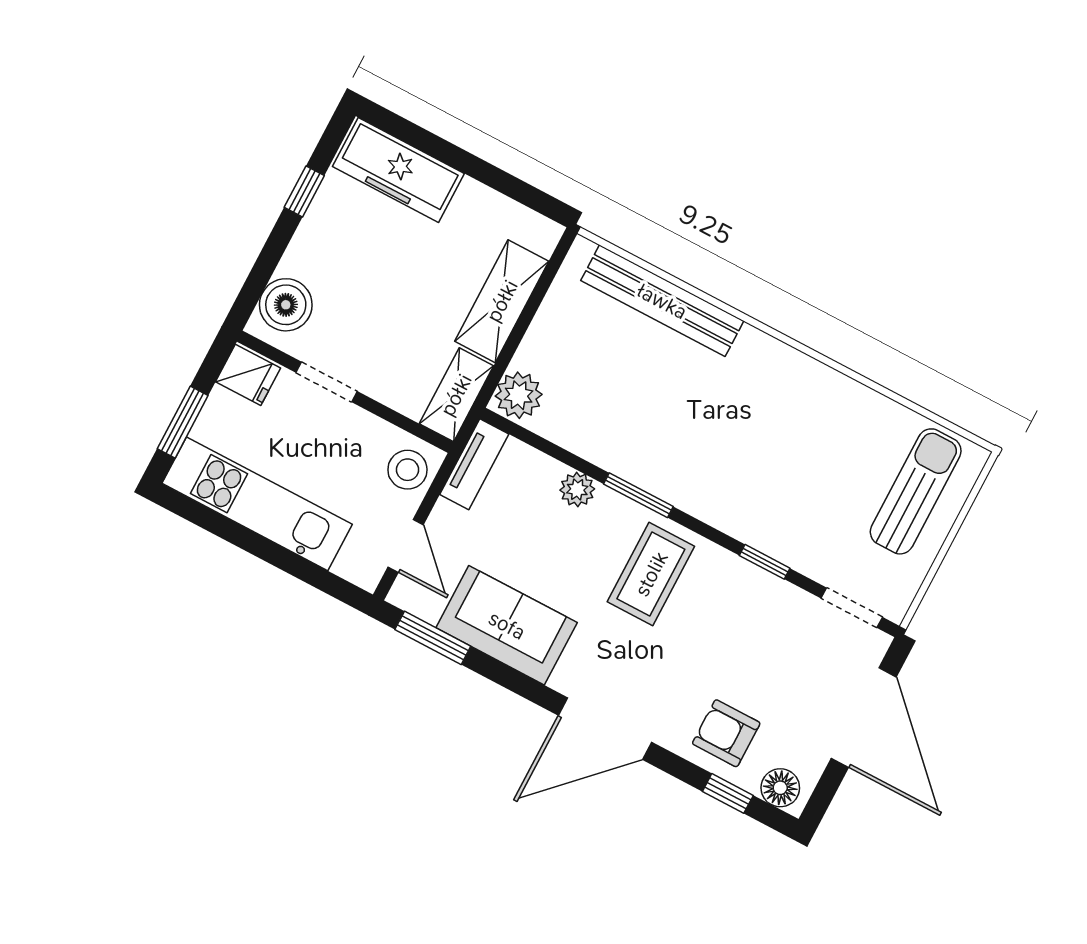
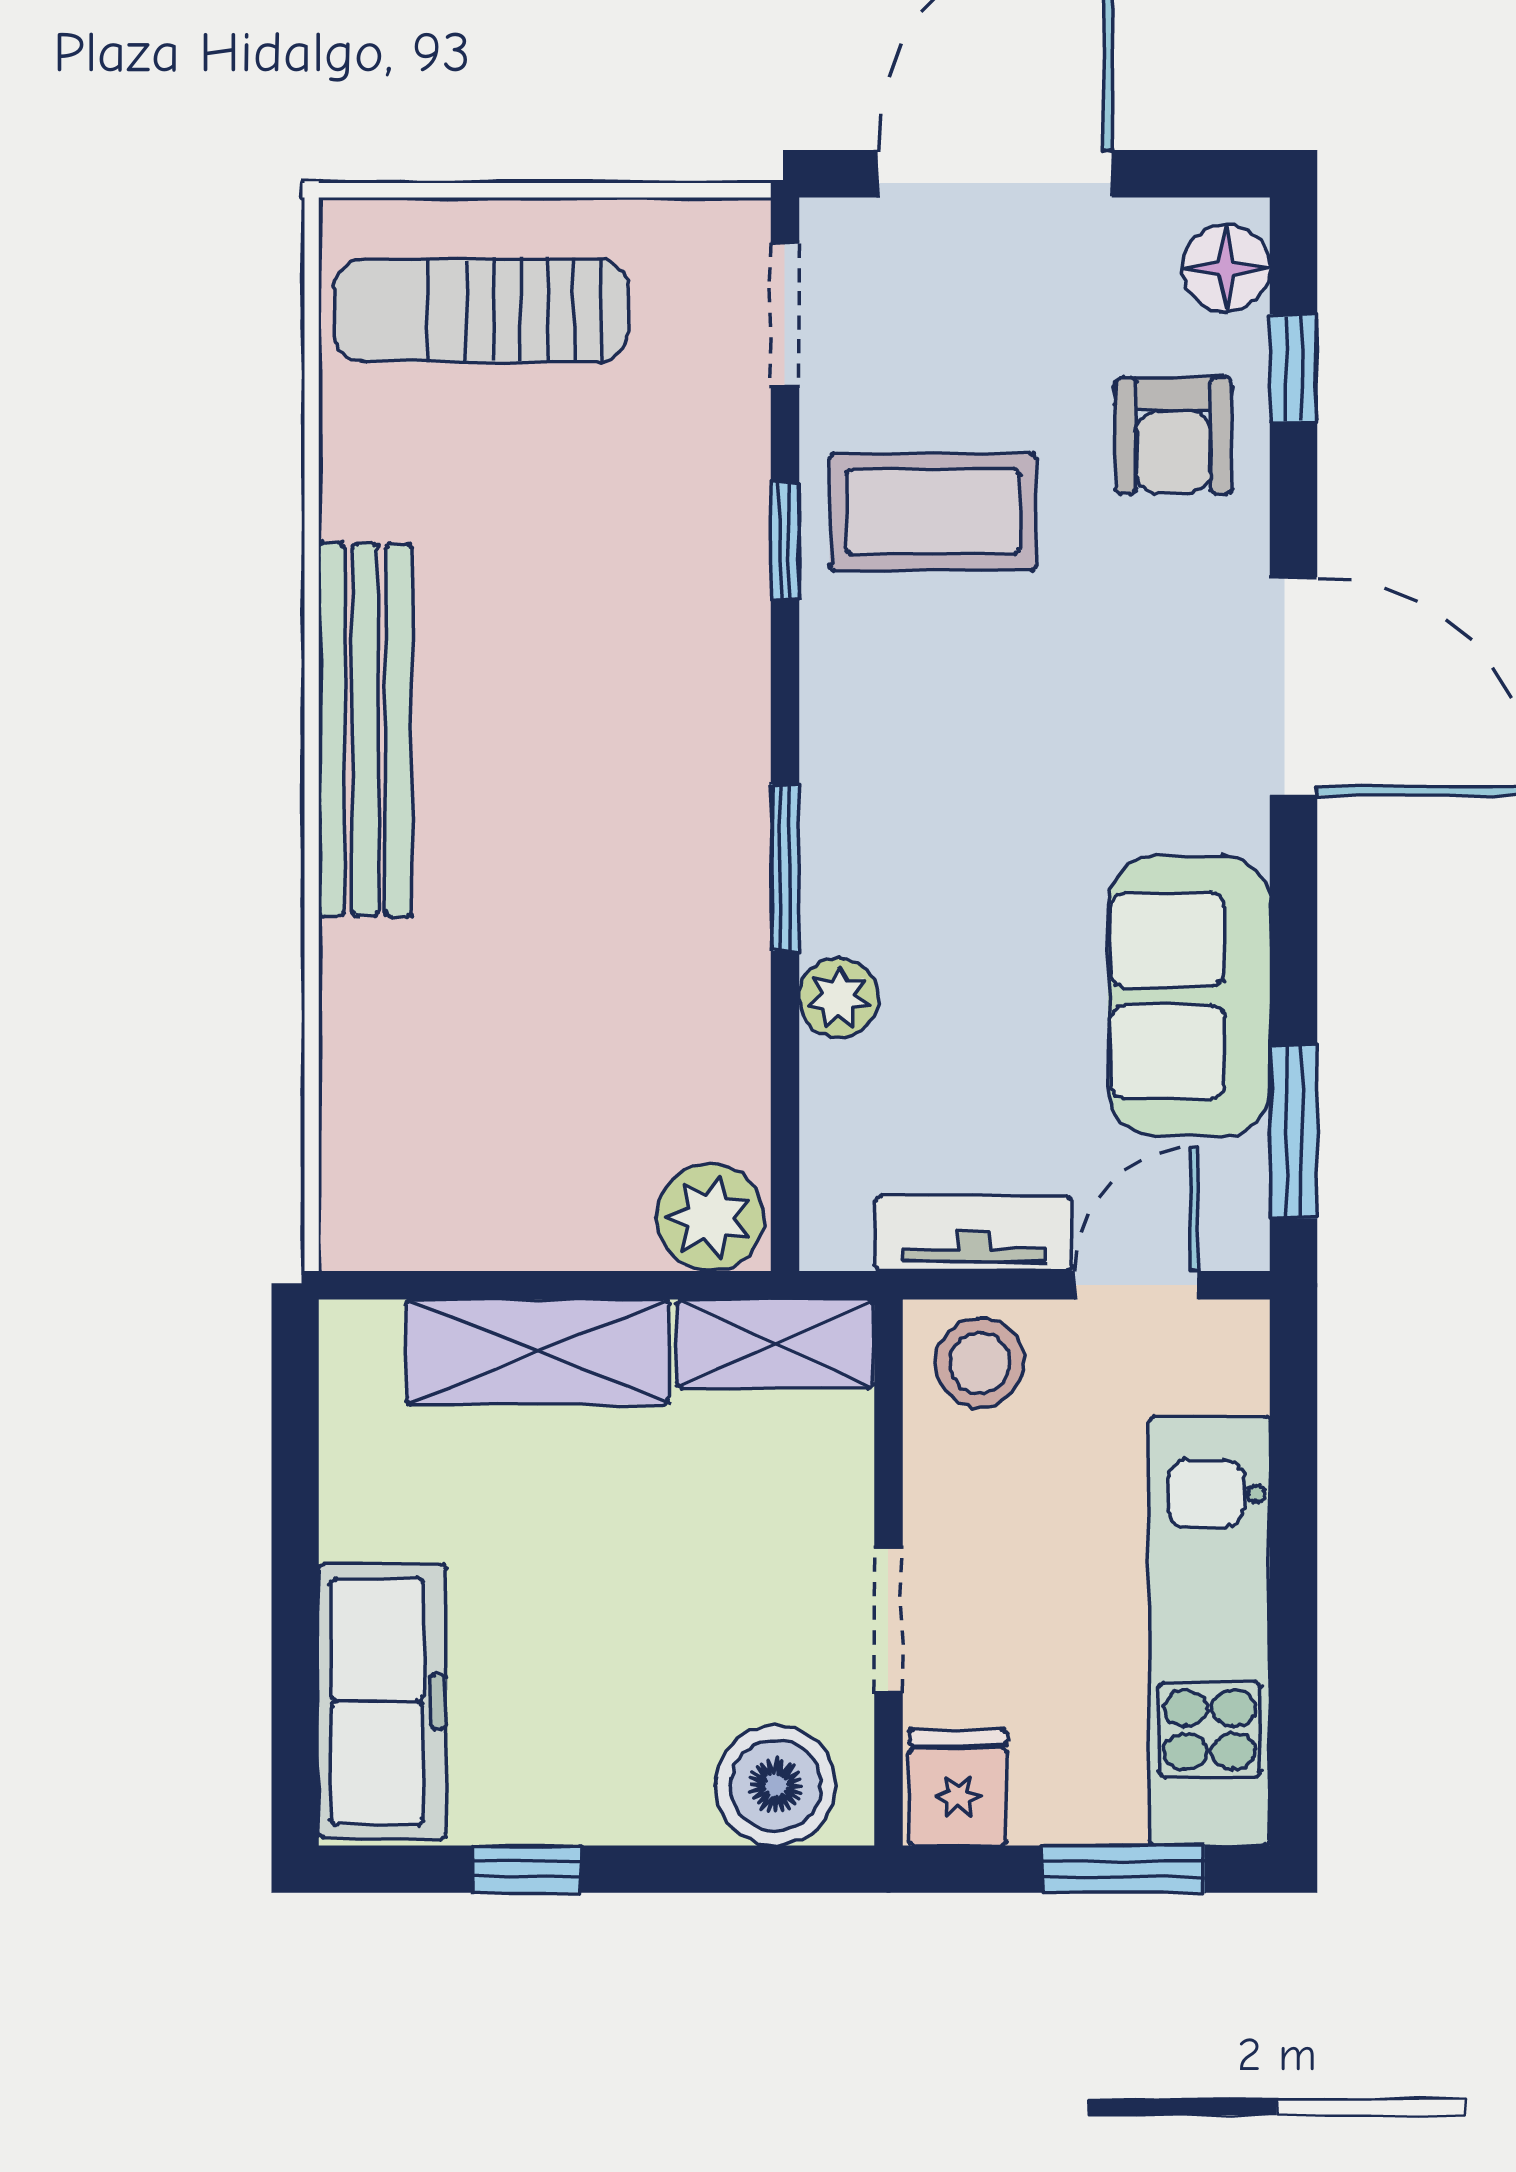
bench: (662, 301) -> (365, 730), moved
tv unit: (474, 464) -> (974, 1233), moved
coffee table: (651, 574) -> (933, 512), moved

